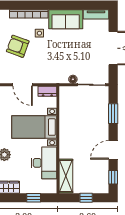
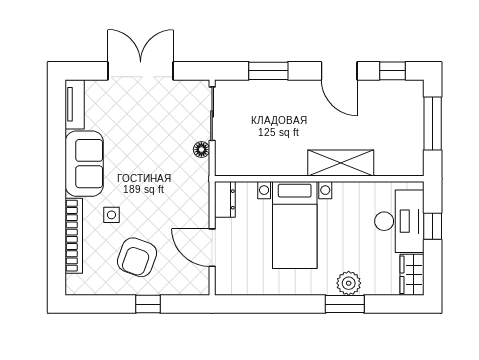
door: (23, 85) -> (212, 248), swing flipped
desk: (44, 163) -> (399, 221), moved, turned 90
shelving: (66, 176) -> (341, 163), moved
window: (86, 198) -> (433, 124), width x2.17

